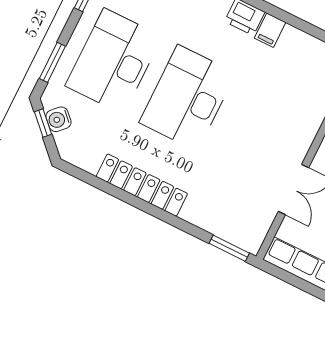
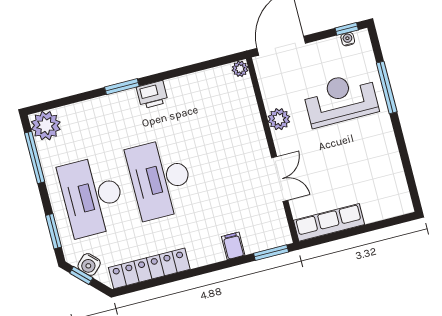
filing cabinet: (270, 30) -> (233, 246), moved, turned 180
locker: (142, 185) -> (149, 268), moved

